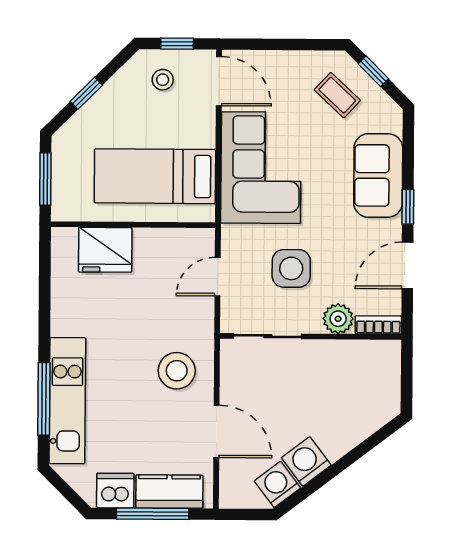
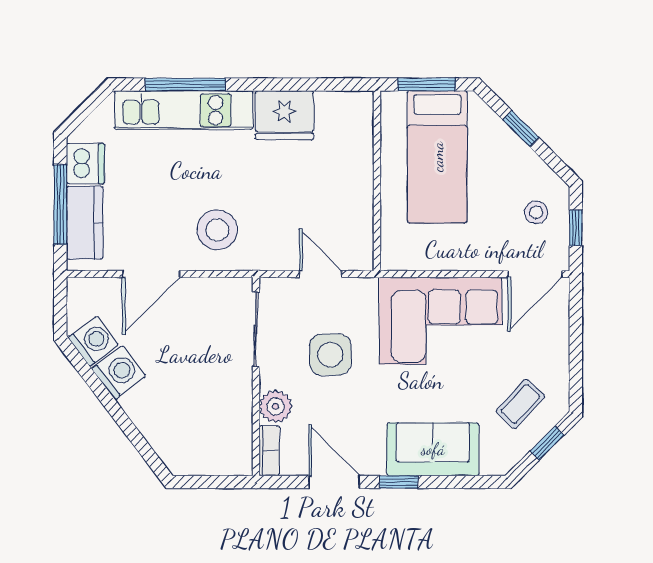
bed: (155, 176) -> (437, 157), moved, turned 180
fridge: (105, 250) -> (284, 115), moved, turned -90

